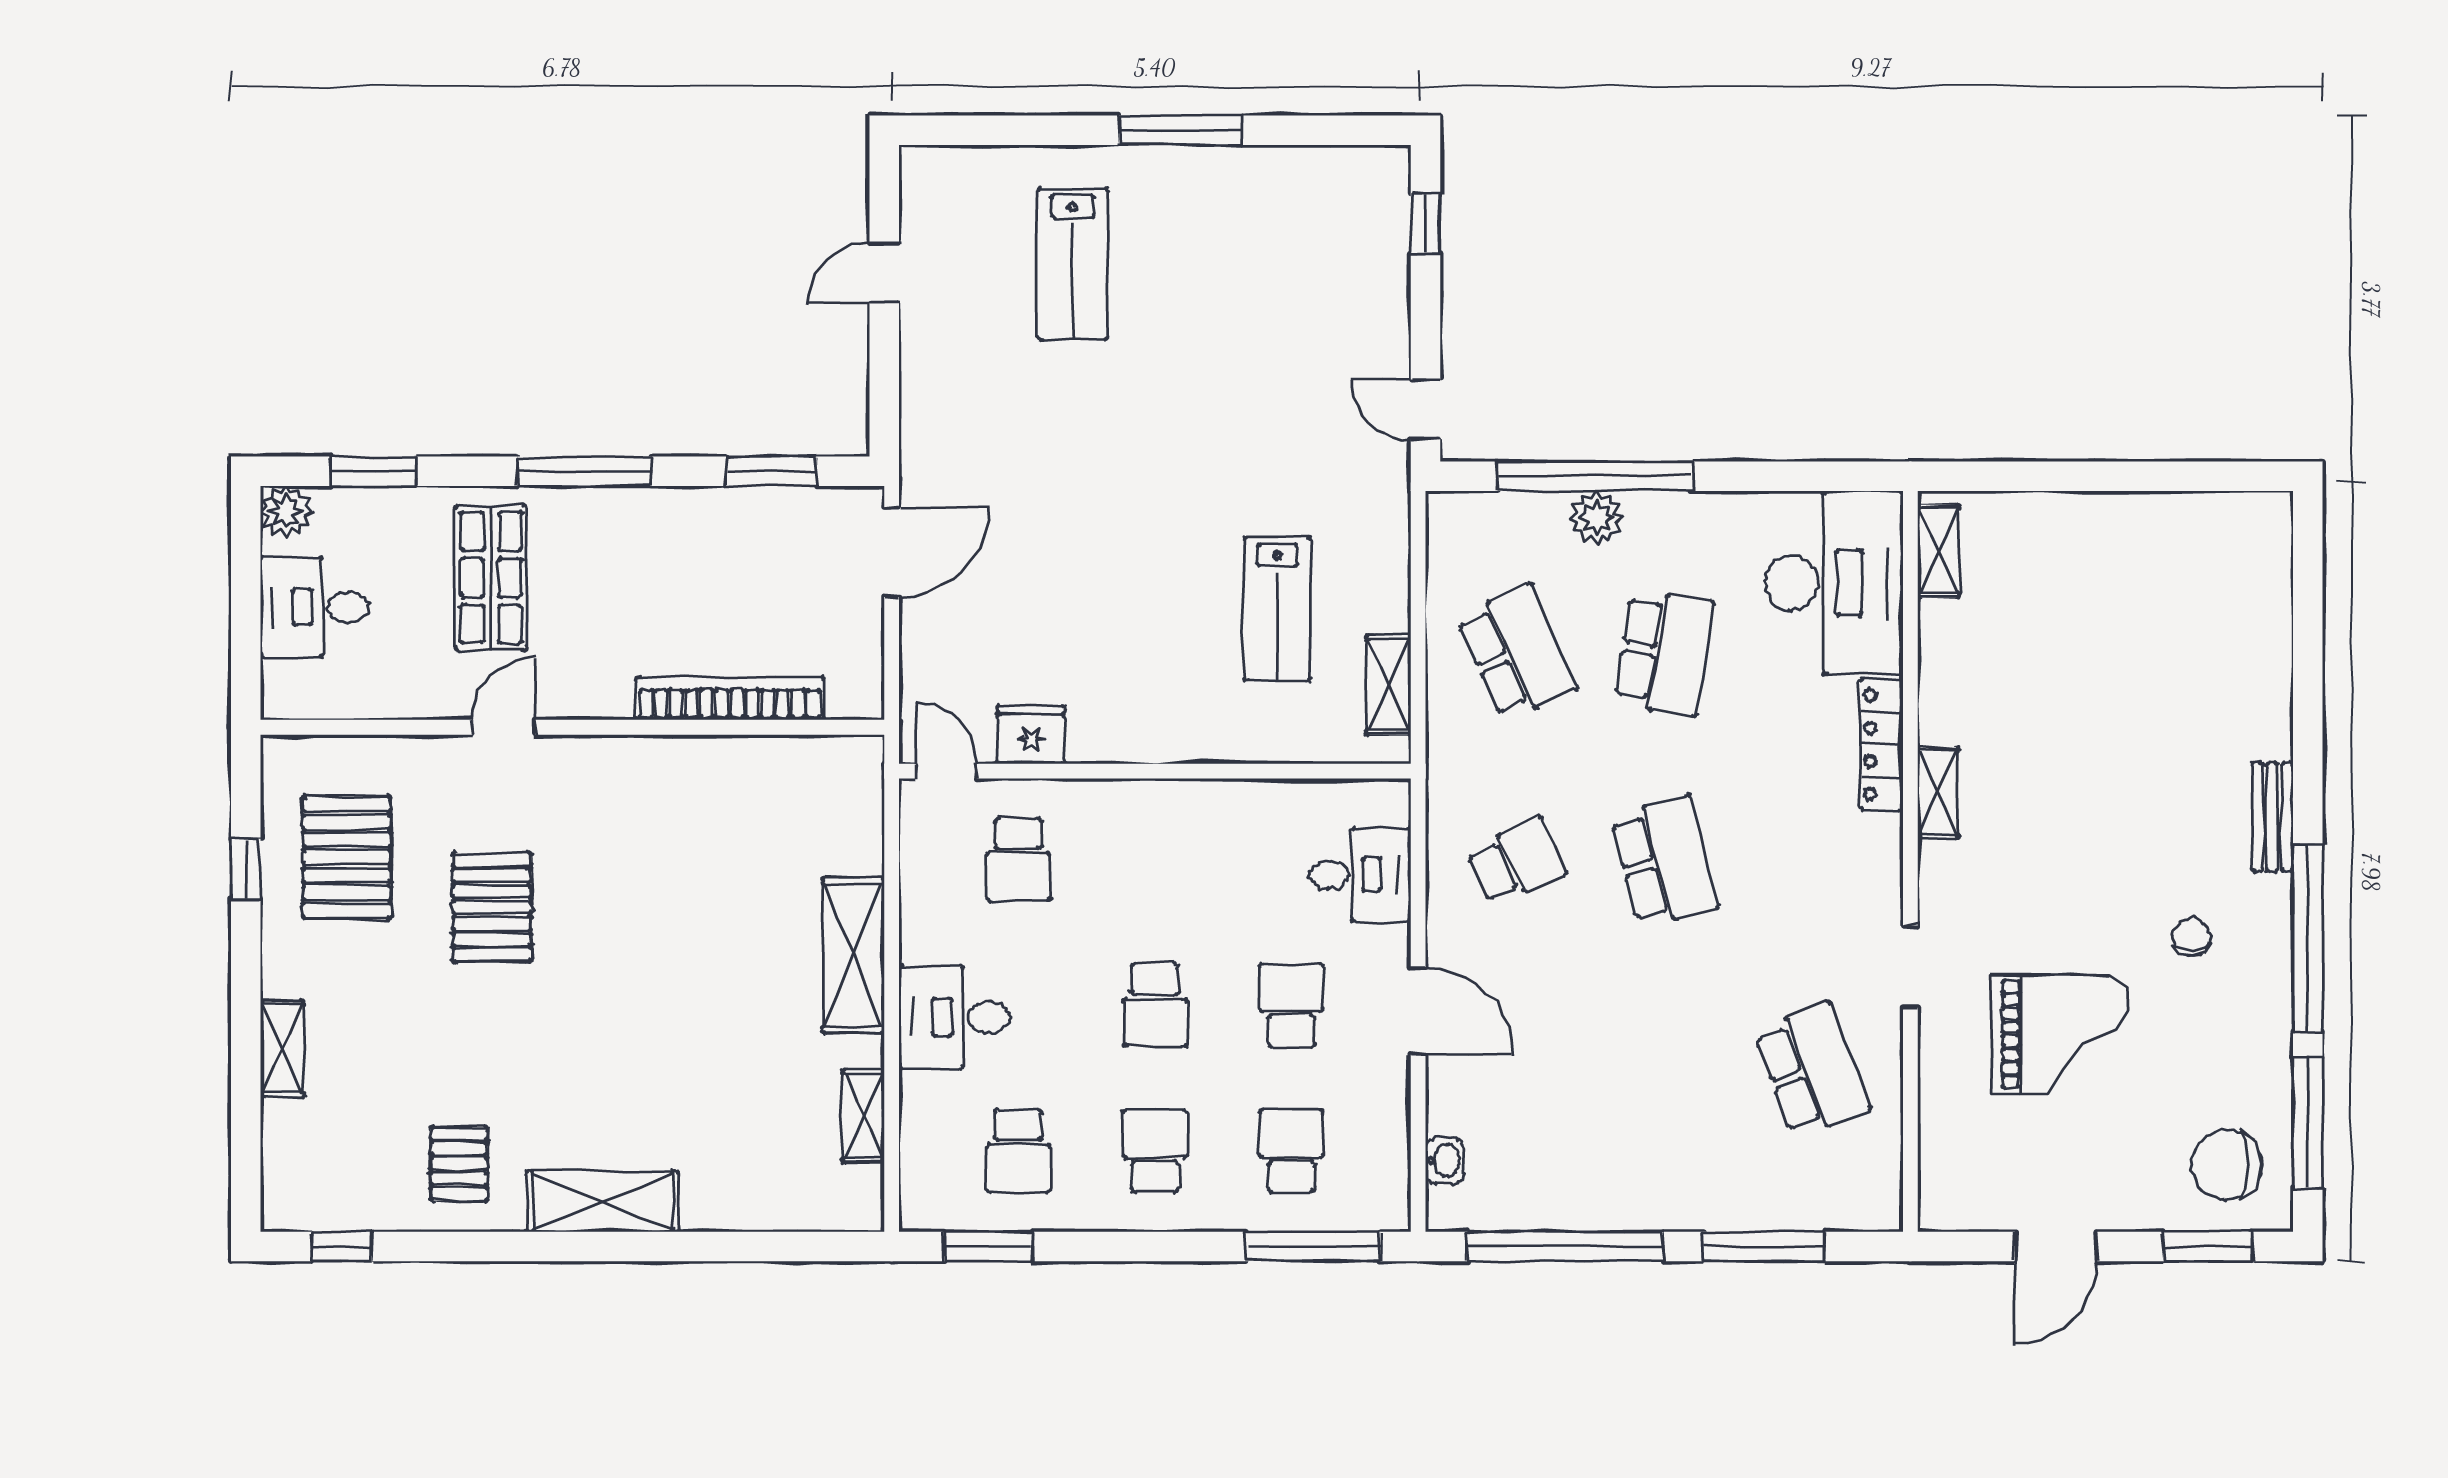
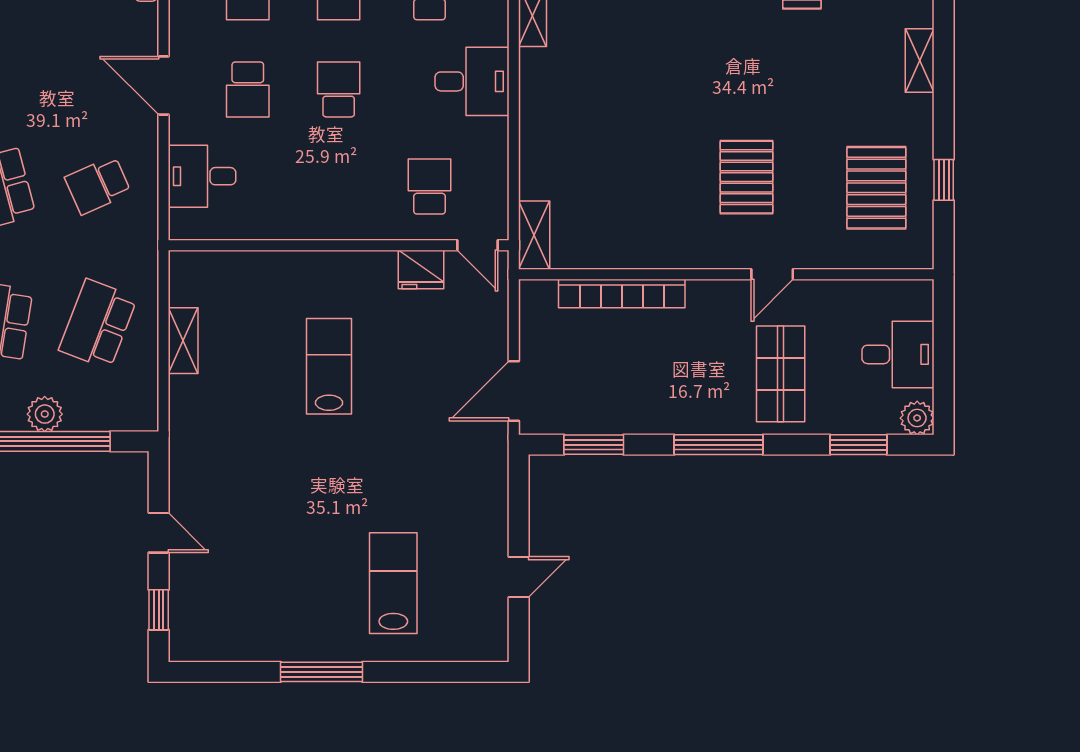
door: (1425, 409) -> (159, 533), moved
lab bench: (1277, 609) -> (329, 366), moved
school desk: (1517, 653) -> (98, 324), turned 45
shelving: (1388, 685) -> (183, 341), moved
pallet: (492, 907) -> (746, 177), moved
shelving: (853, 955) -> (534, 235), moved, width x0.67, depth x0.75

